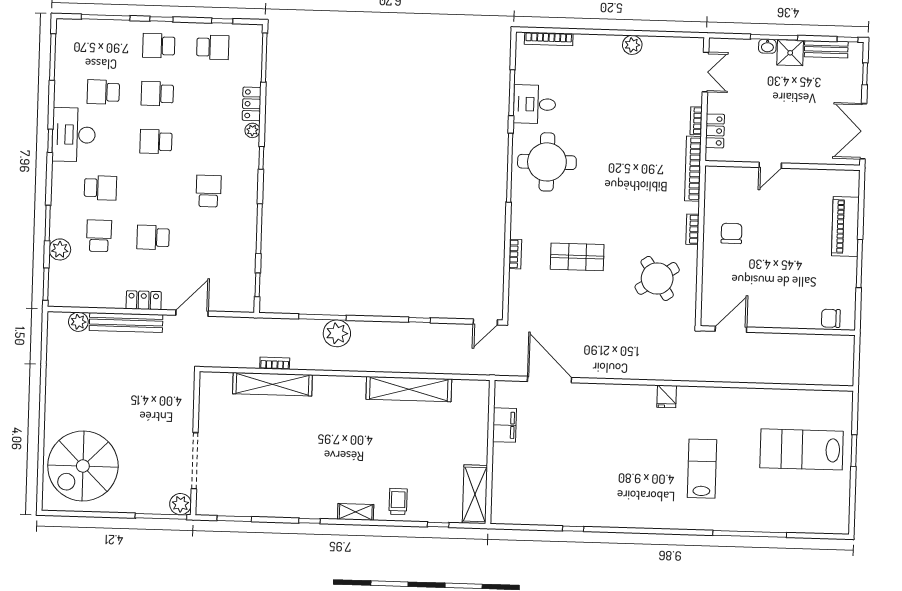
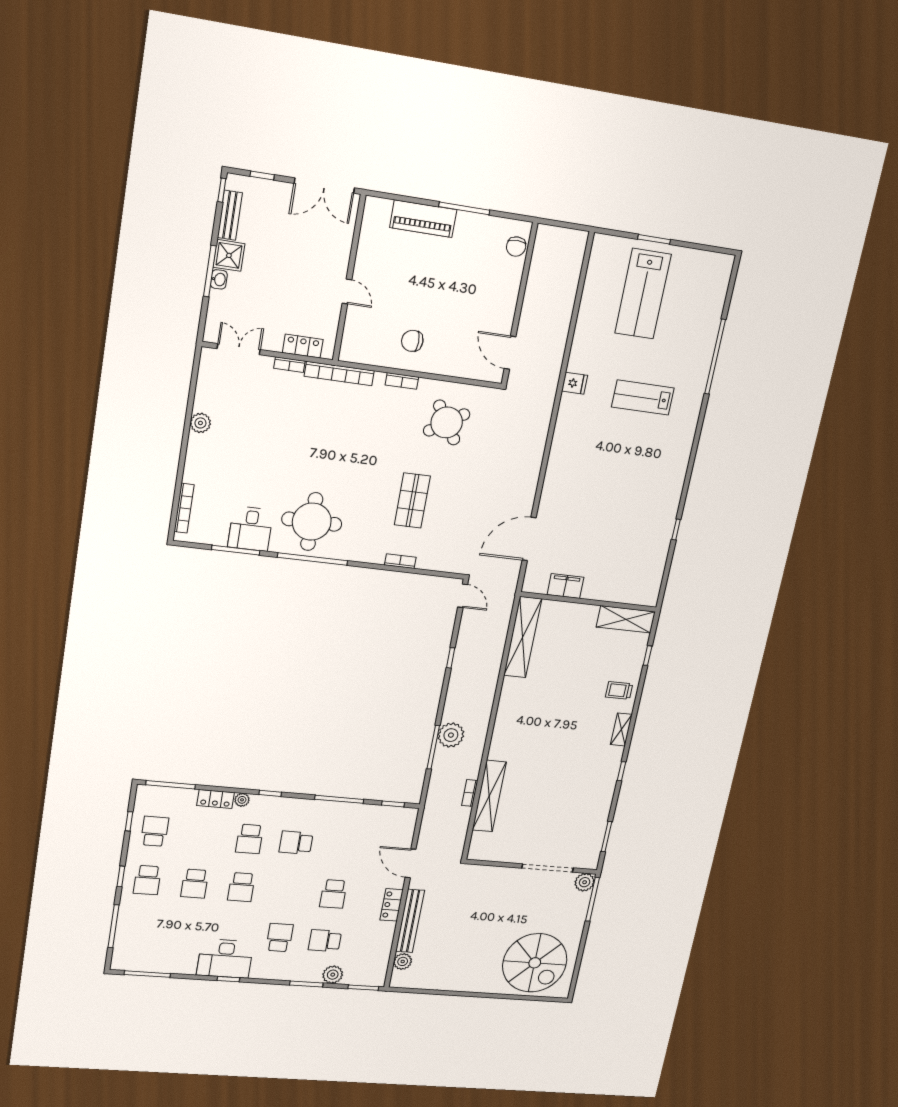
school desk: (103, 92) -> (249, 839), moved
shelving: (409, 389) -> (523, 637), moved
fridge: (667, 396) -> (575, 383), moved

